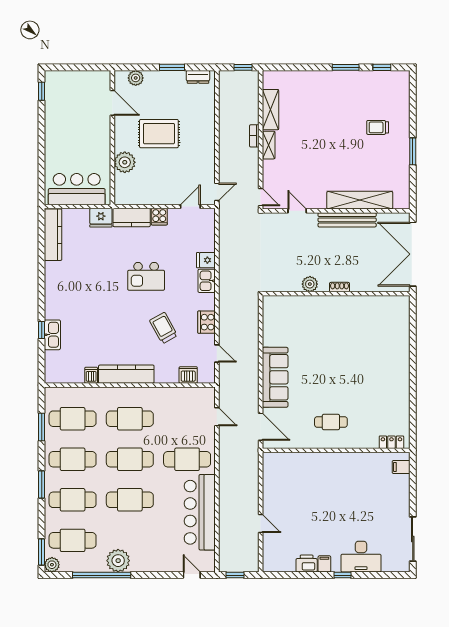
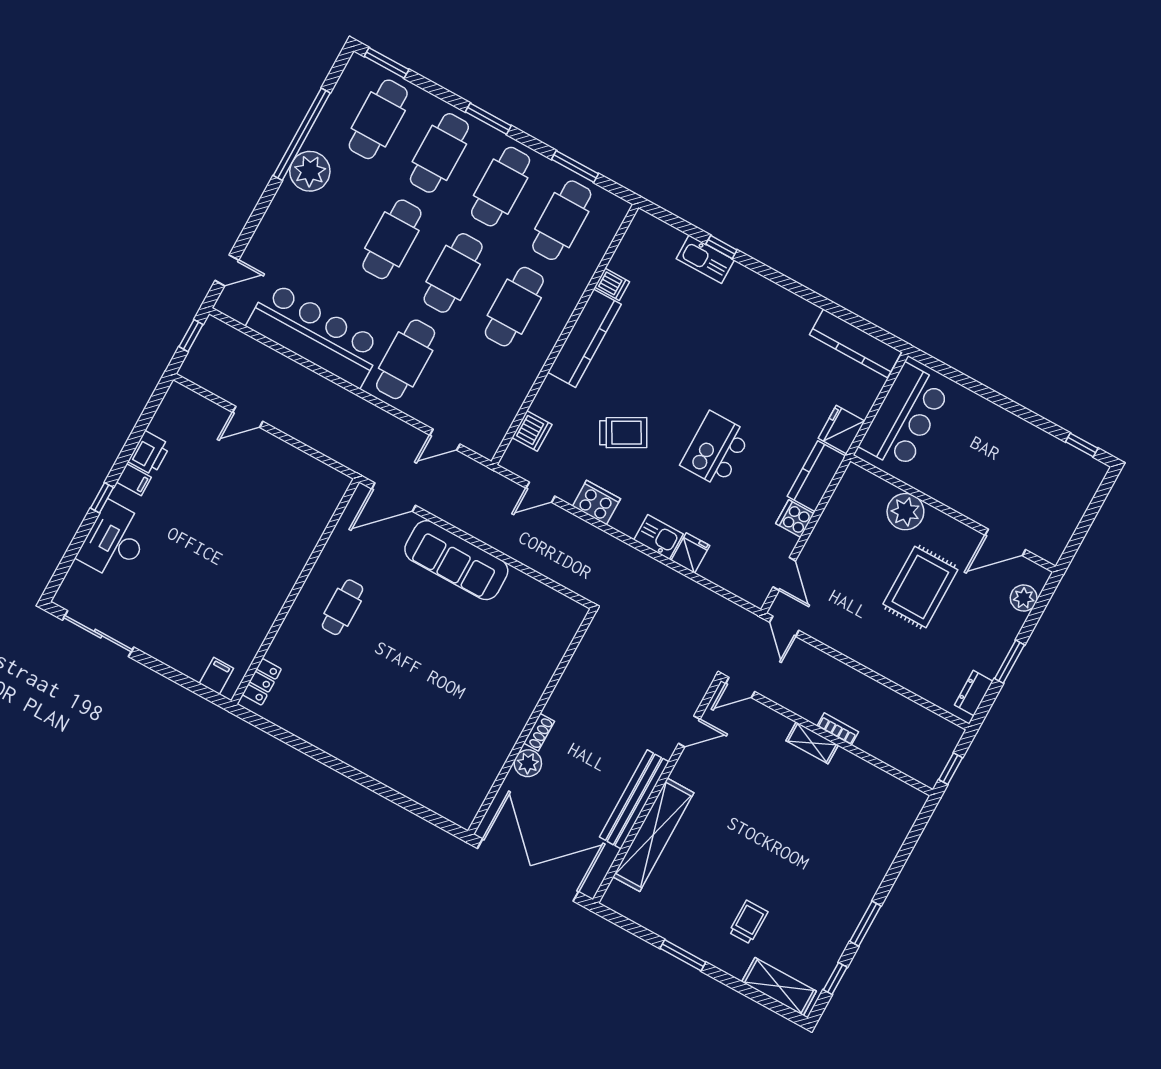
shelving: (270, 110) -> (779, 986), moved
plant: (310, 284) -> (528, 763), moved
plant: (52, 565) -> (359, 68), removed

